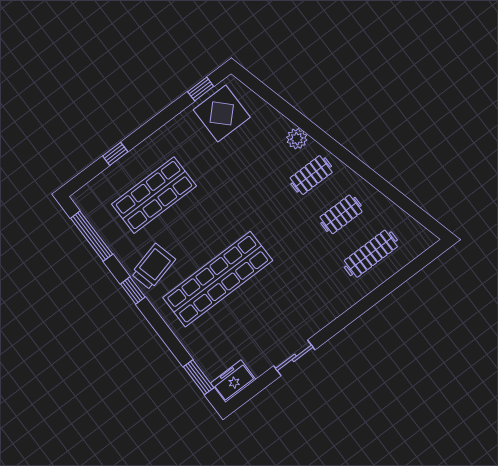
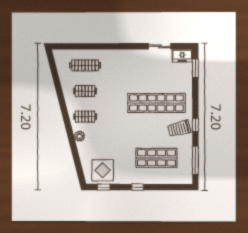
window: (115, 154) -> (138, 187), moved
sliding door: (294, 358) -> (160, 46), moved

